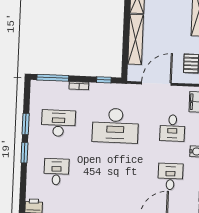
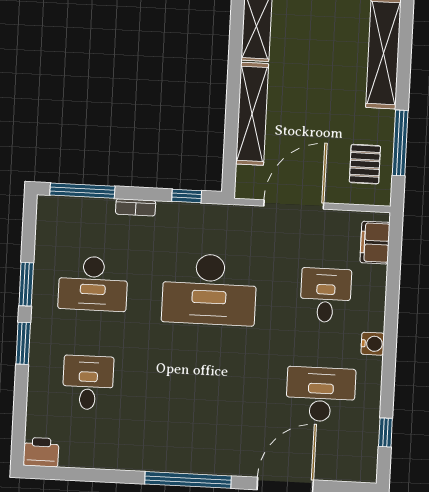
desk: (58, 123) -> (93, 283), turned 180
desk: (172, 128) -> (326, 295), turned 180
desk: (170, 177) -> (321, 394), width x1.37

